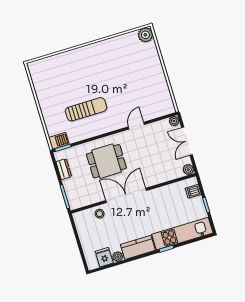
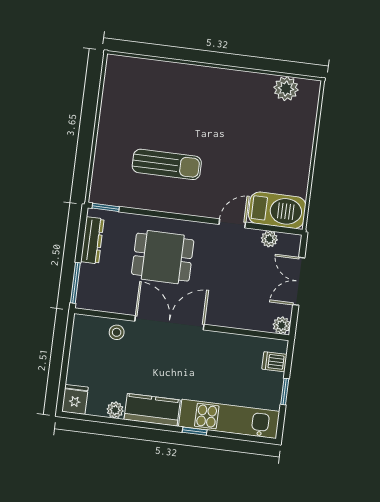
plant: (145, 35) -> (286, 89), moved
plant: (174, 121) -> (269, 239), moved
barbecue: (59, 141) -> (277, 210), moved, width x1.88, depth x1.53
dresser: (64, 169) -> (92, 240), width x1.44
fridge: (104, 257) -> (75, 399), moved

